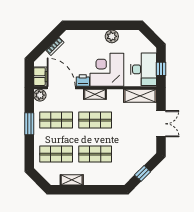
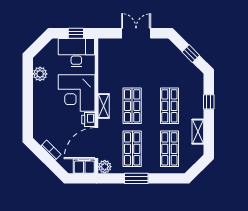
plant: (112, 36) -> (40, 74), moved
shelving: (140, 96) -> (105, 56), removed
window: (99, 190) -> (209, 102), added

